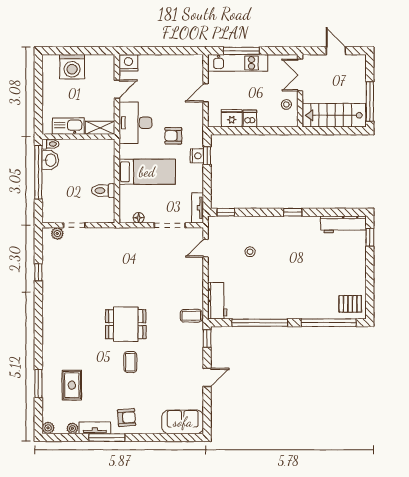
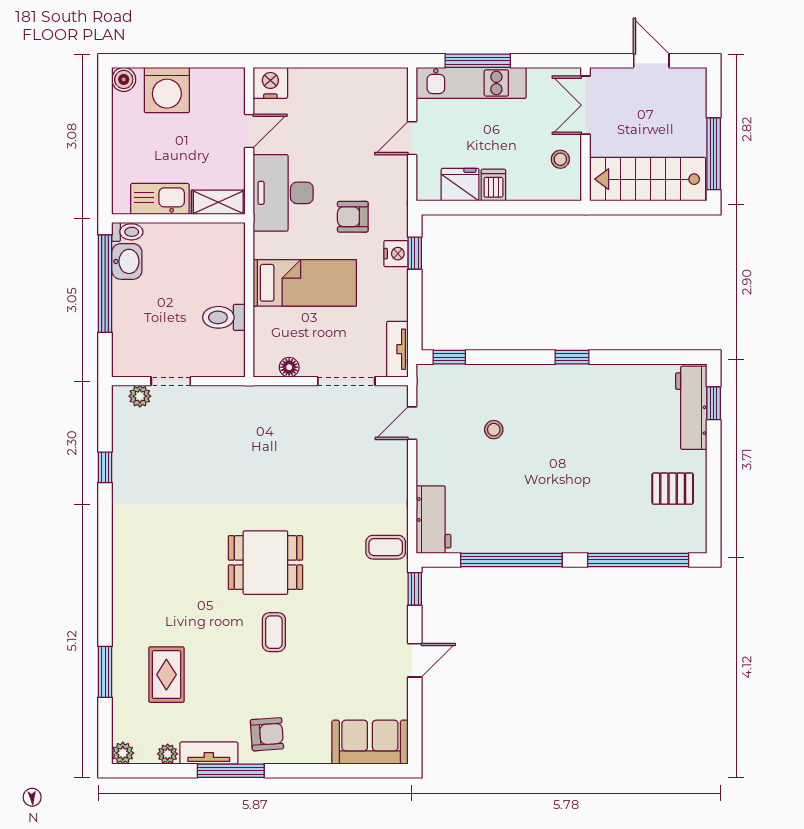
boiler: (49, 61) -> (124, 79), added
workbench: (343, 224) -> (691, 408), moved, turned 90
pallet: (350, 304) -> (673, 489), moved

